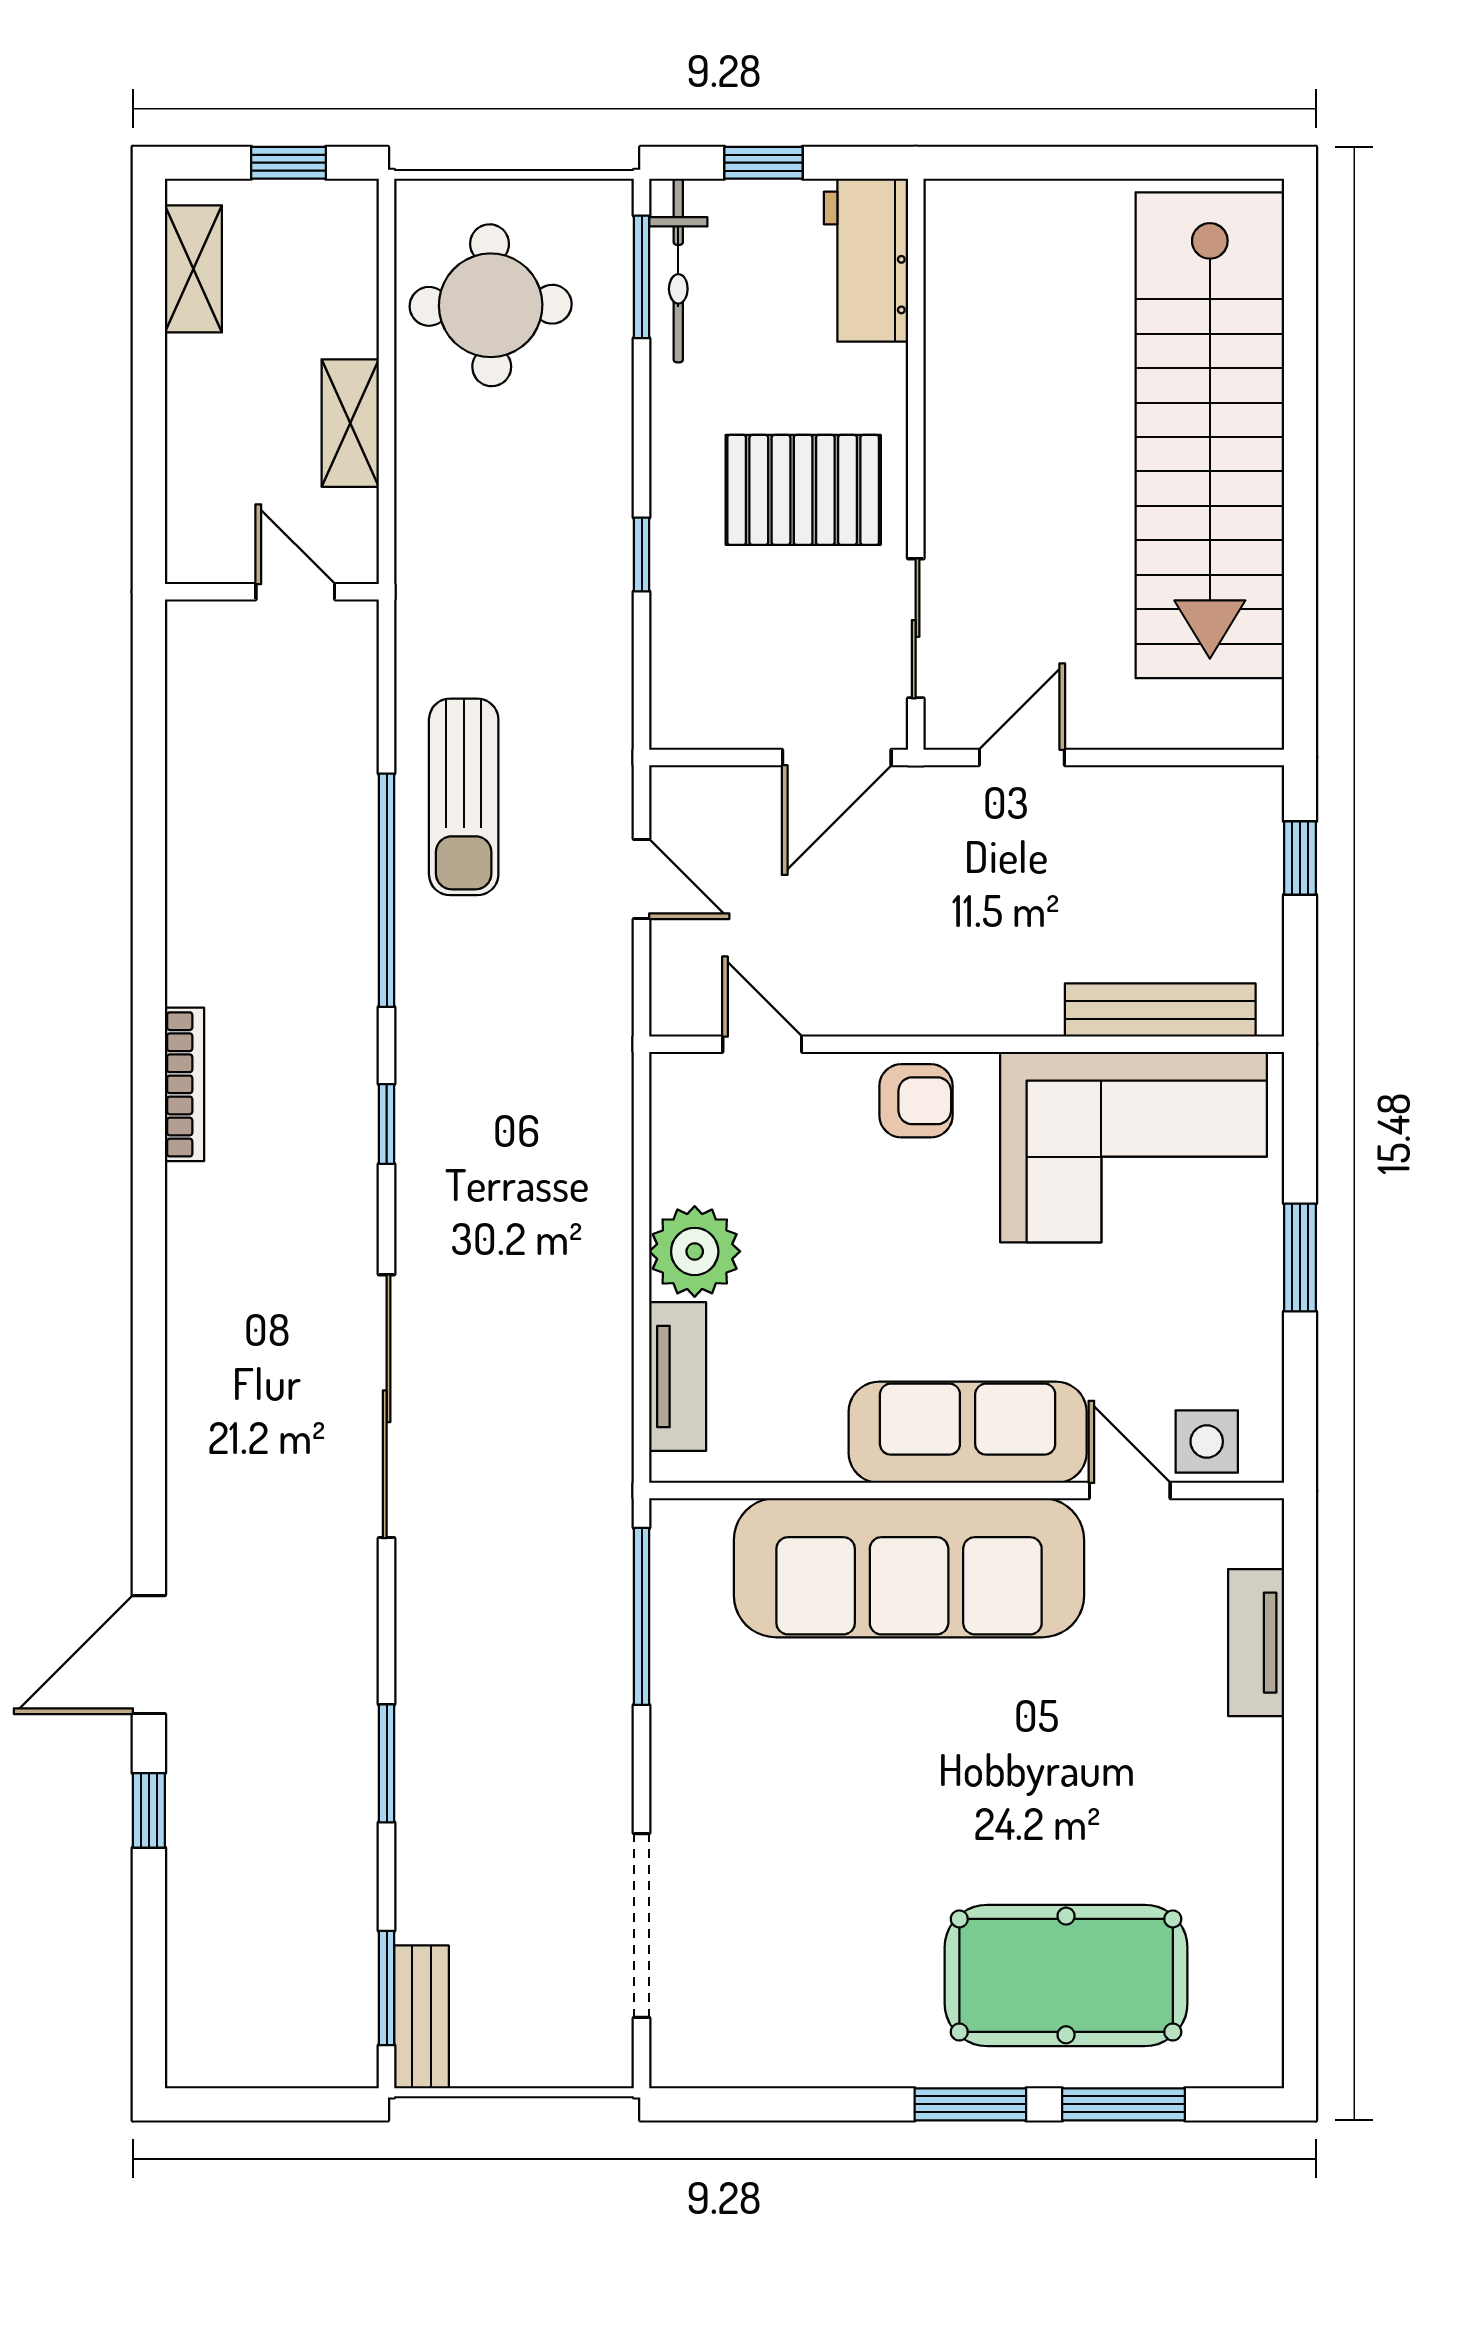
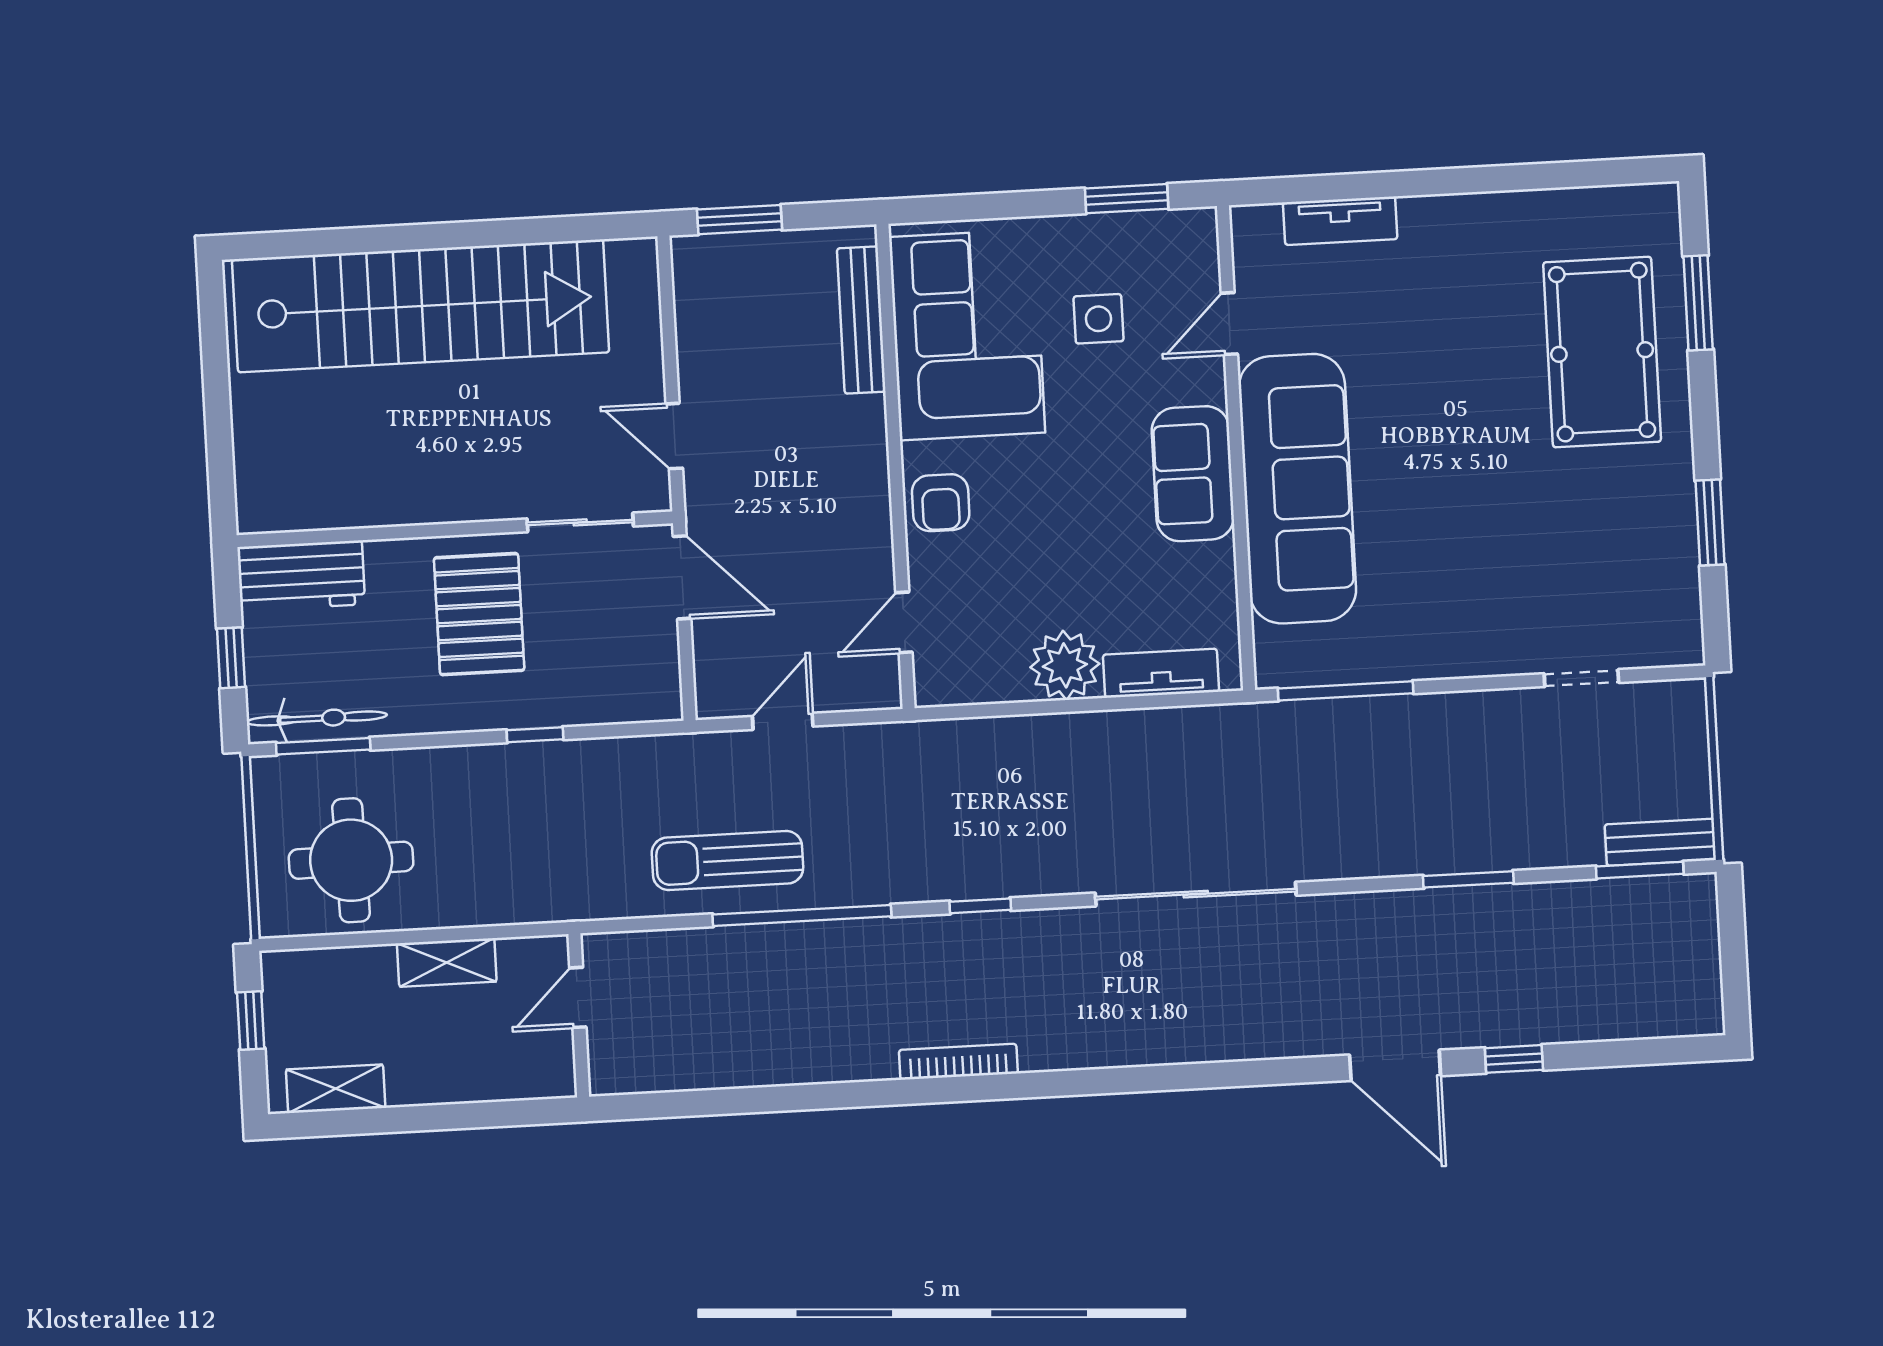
sun lounger: (464, 797) -> (727, 861), turned 180
window: (1300, 858) -> (739, 220), width x1.50
armchair: (916, 1101) -> (941, 503), turned 180
window: (1300, 1258) -> (1127, 199), moved
sofa: (968, 1432) -> (1193, 474), width x0.73
side table: (1207, 1442) -> (1098, 319), moved
doorway: (642, 1925) -> (1581, 678), width x0.53
window: (970, 2104) -> (1710, 523), moved

